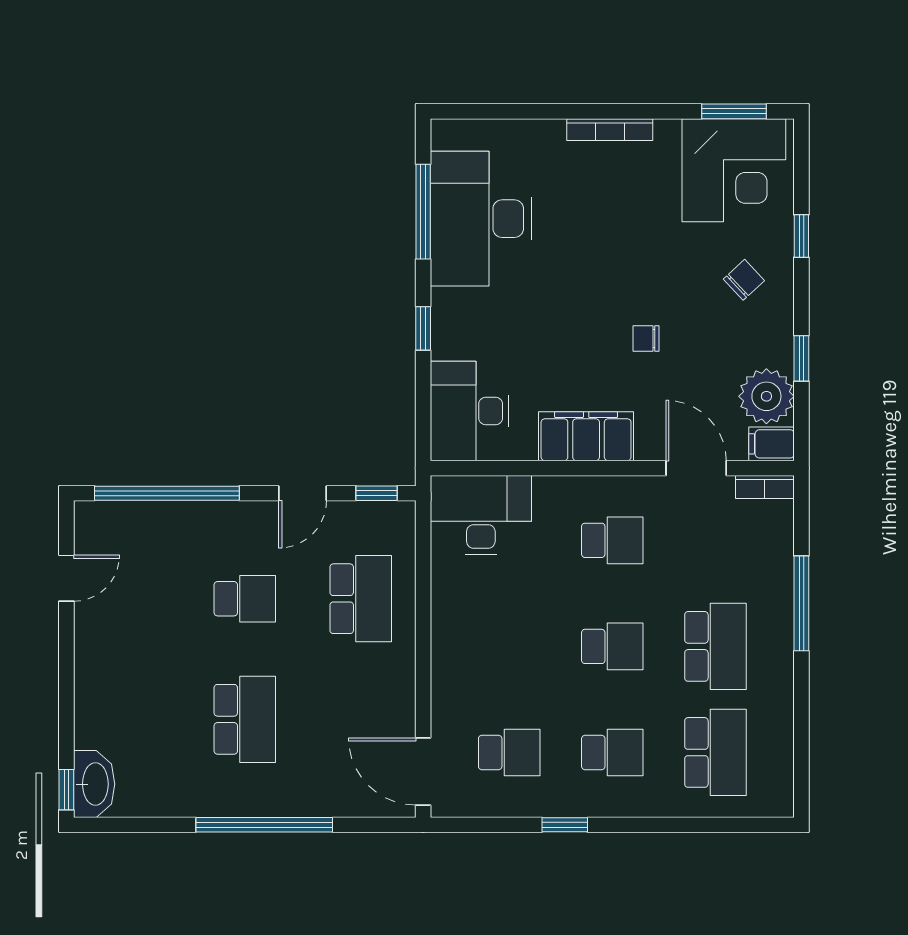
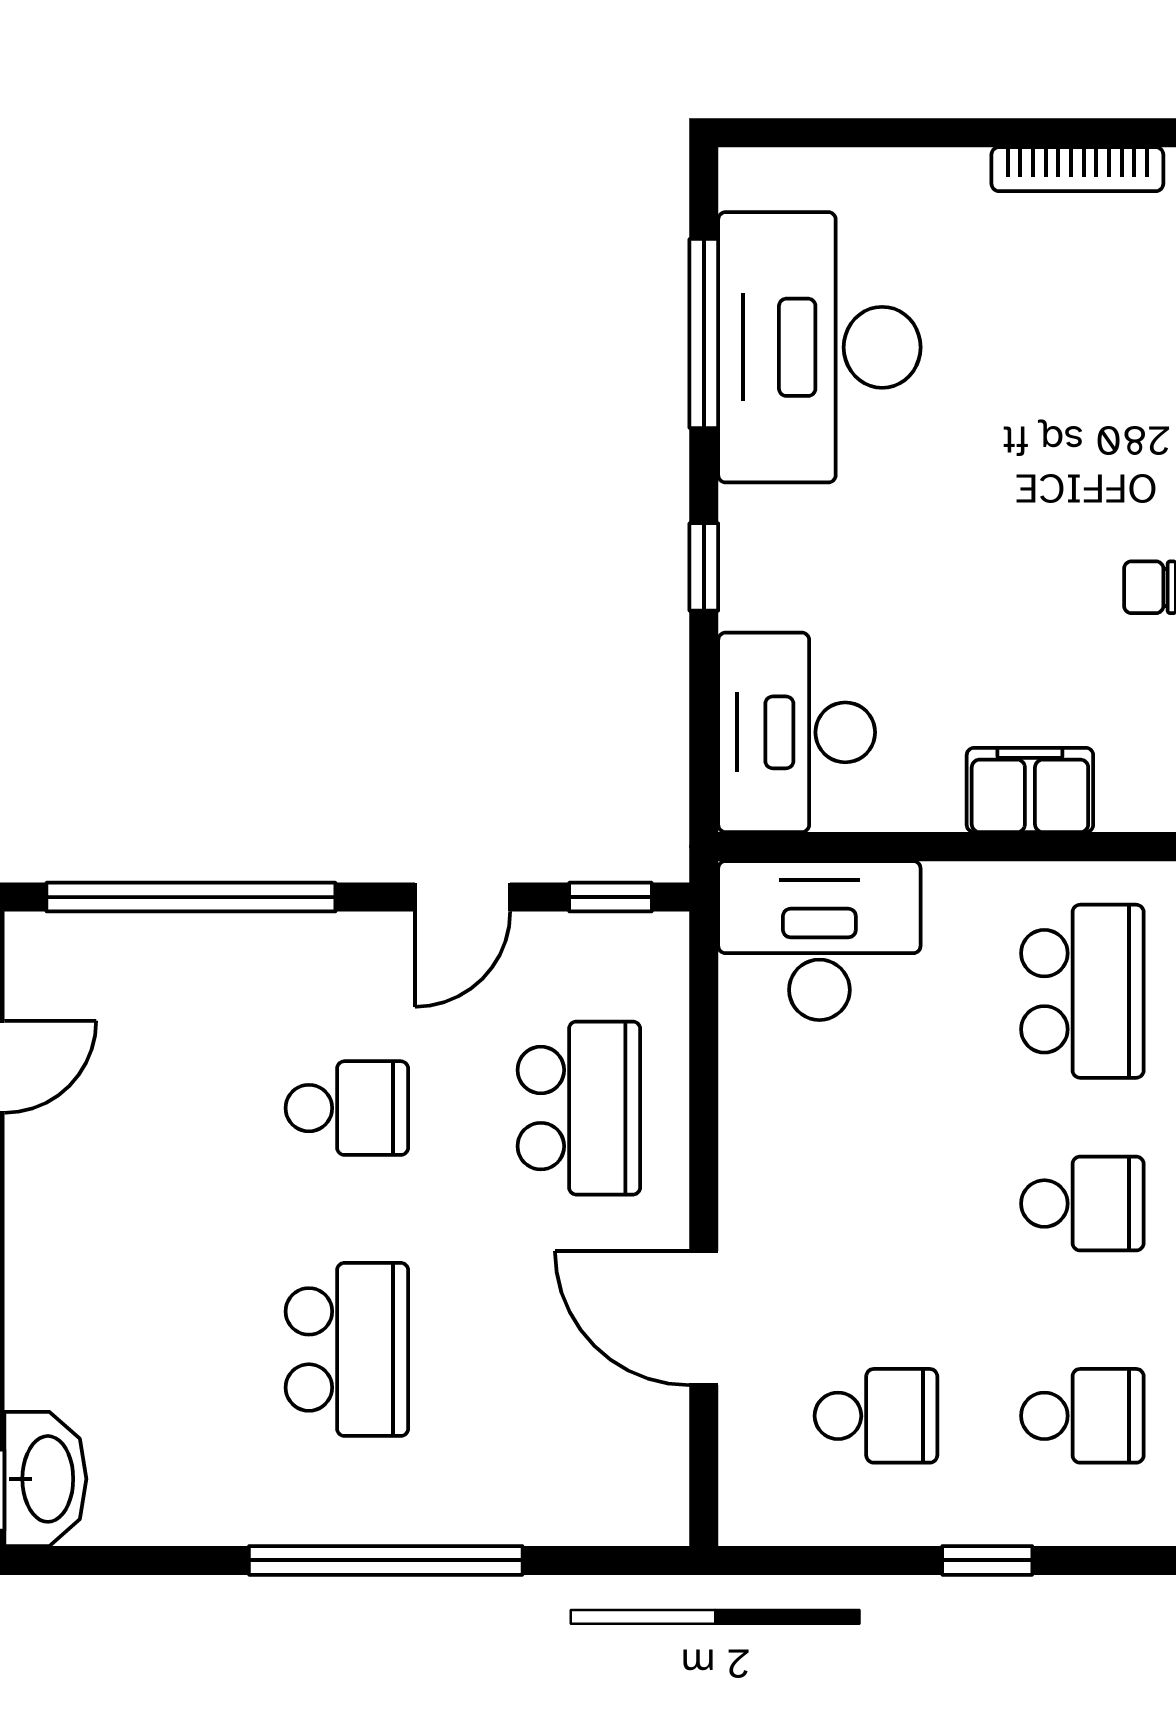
filing cabinet: (586, 436) -> (1030, 790), width x0.67, depth x0.86
school desk: (612, 540) -> (1082, 991), width x1.85
door: (423, 772) -> (704, 1318), moved

